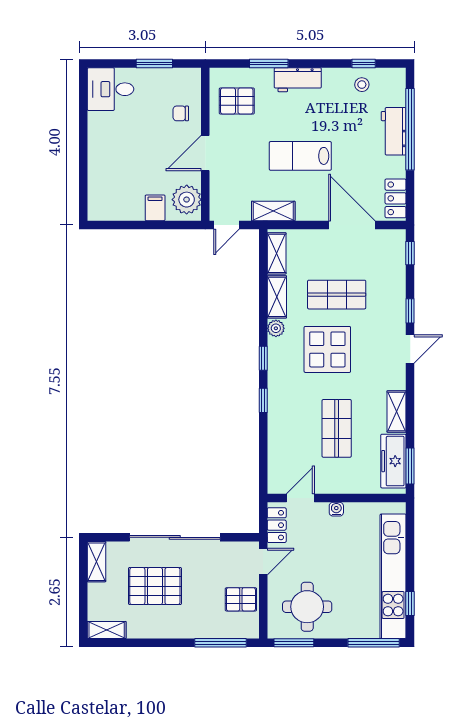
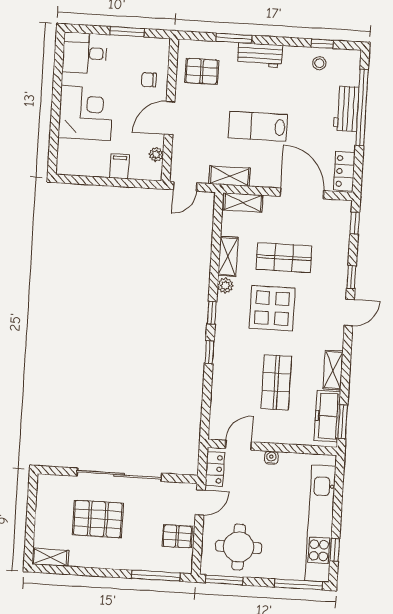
corner desk: (116, 153) -> (86, 113), added
plant: (187, 200) -> (156, 154), width x0.53, depth x0.53
shelving: (277, 253) -> (243, 202), moved, turned 90
shelving: (96, 562) -> (45, 493), removed

